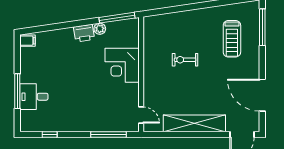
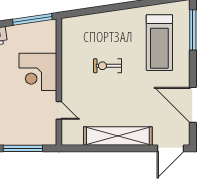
plant: (100, 29) -> (13, 31), removed
treadmill: (232, 39) -> (159, 43), width x1.37, depth x1.38
door: (141, 115) -> (59, 110), moved

